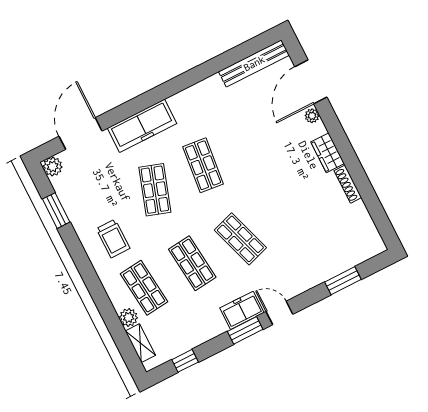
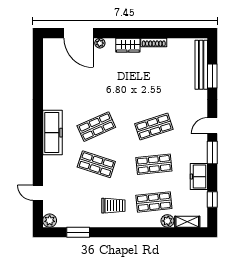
bench: (254, 63) -> (201, 65), moved
freezer: (142, 126) -> (52, 133), moved
door: (81, 134) -> (38, 193), width x0.53
shop shelf: (203, 165) -> (96, 127), turned -30
freezer: (242, 310) -> (199, 177), moved

